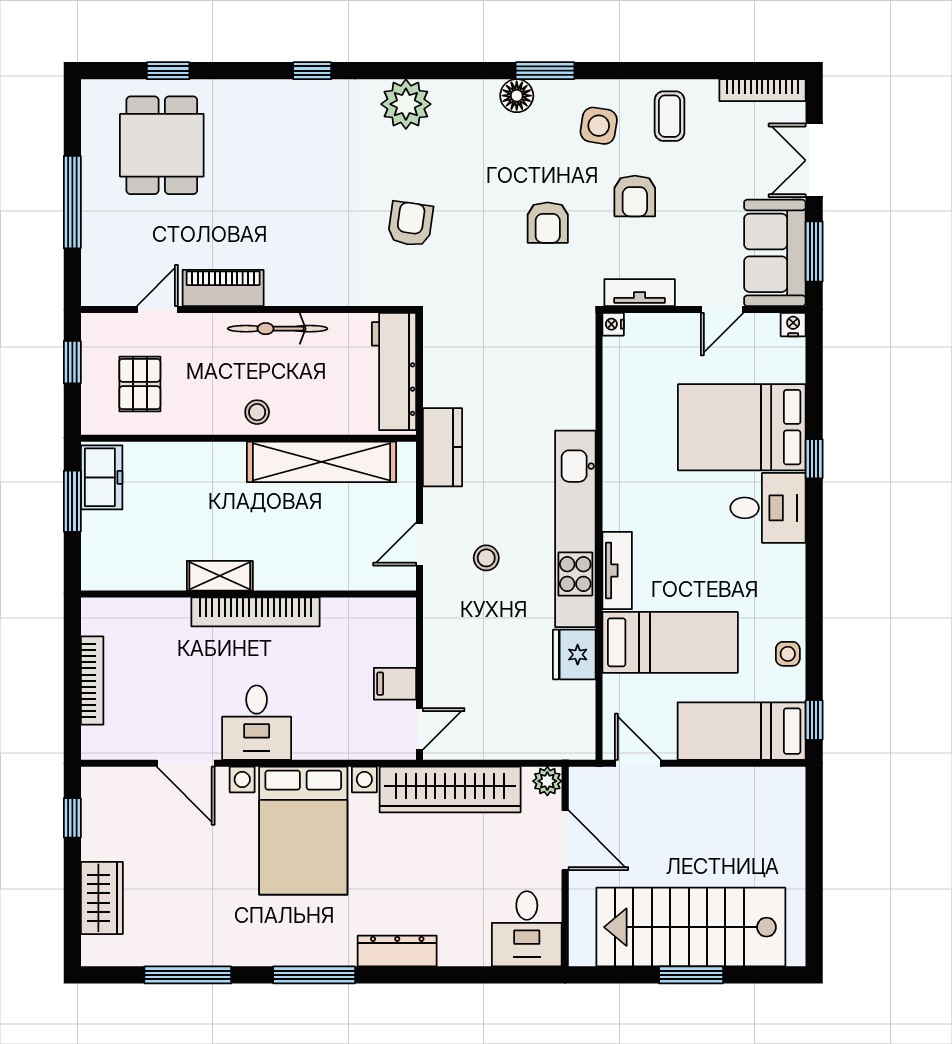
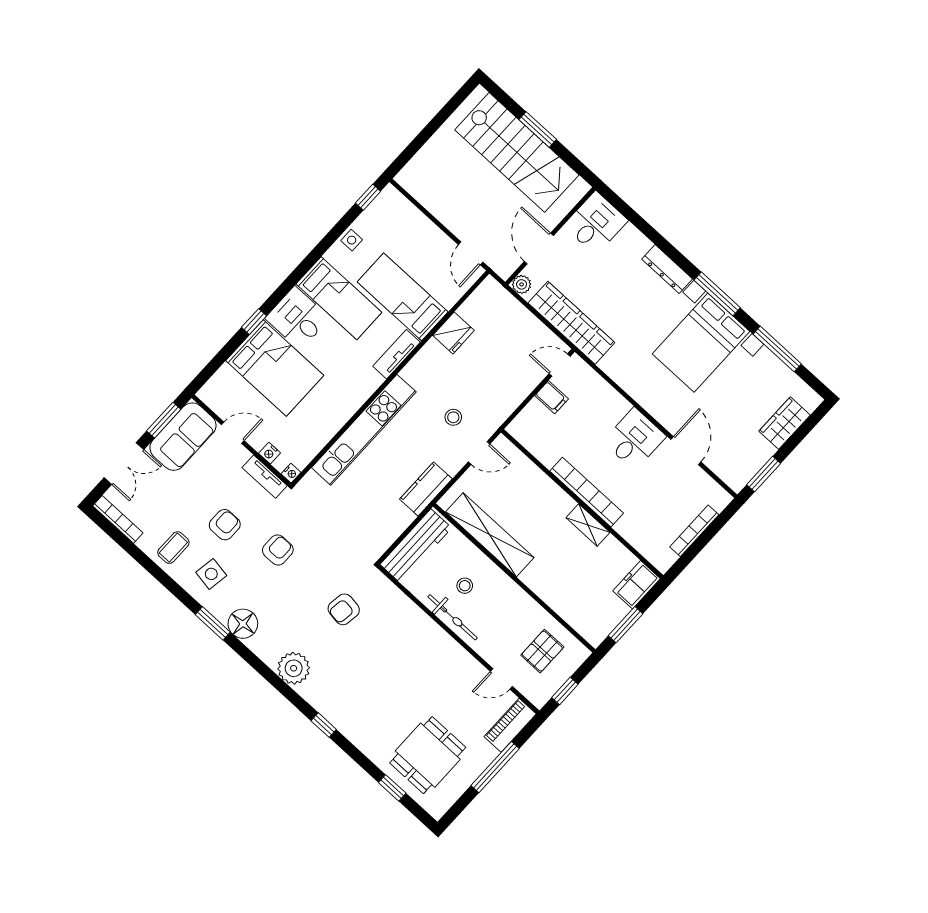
floor lamp: (517, 96) -> (243, 624), width x1.38, depth x1.38
piano: (223, 288) -> (510, 725), moved, turned 90
nightstand: (793, 325) -> (270, 453), moved
stool: (257, 412) -> (465, 586), moved
freezer: (102, 477) -> (637, 585), moved
kitchen unit: (575, 529) -> (364, 430), moved
bed: (742, 731) -> (339, 298), moved
window: (72, 818) -> (764, 474), width x1.50
bed with nightstands: (303, 831) -> (701, 343), moved, turned 180

